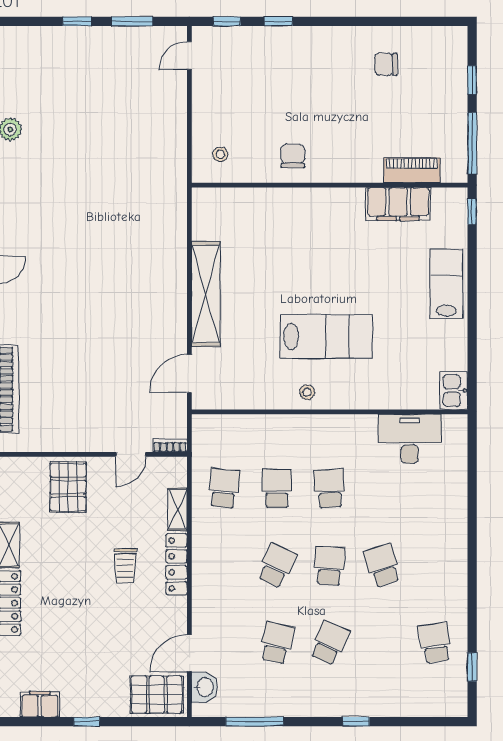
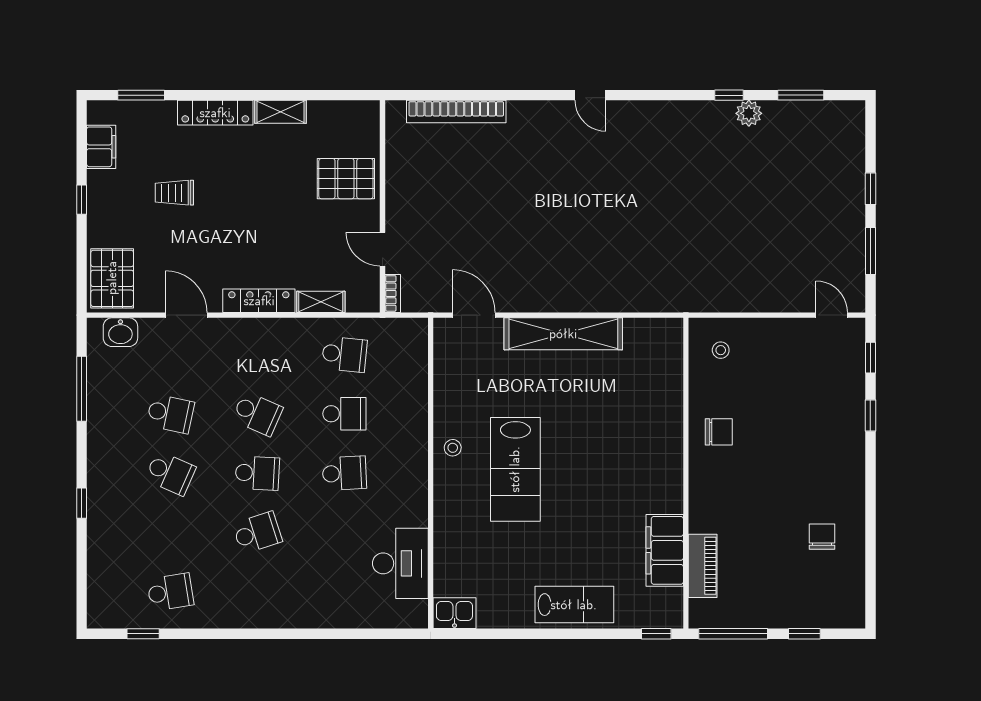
trolley: (125, 566) -> (174, 193), moved
door: (189, 653) -> (186, 315), moved

